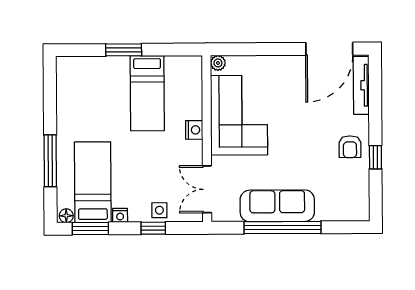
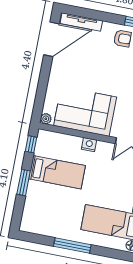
door: (329, 49) -> (51, 39), hinge flipped
window: (178, 50) -> (31, 144), added
window: (50, 161) -> (72, 246), moved

